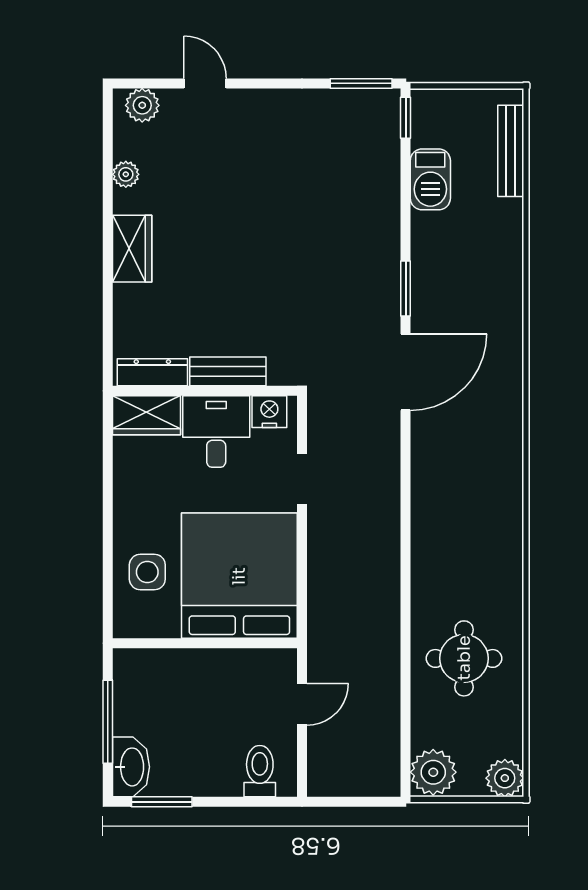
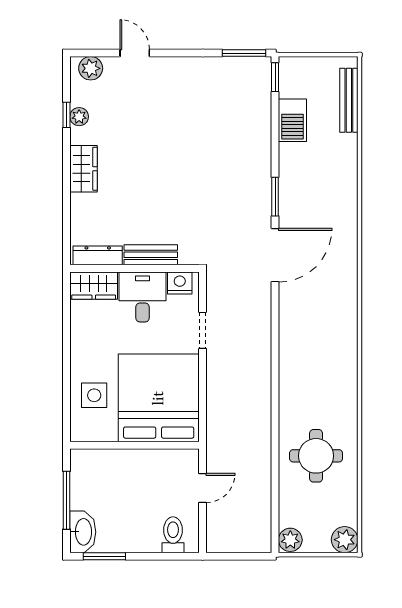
window: (108, 172) -> (67, 115), added
plant: (433, 772) -> (290, 540), width x0.73, depth x0.73

